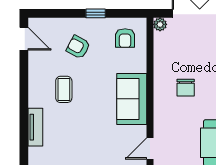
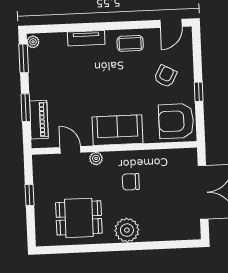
plant: (160, 24) -> (96, 159), moved
armchair: (125, 38) -> (176, 121), width x1.88, depth x1.88
coffee table: (64, 89) -> (130, 43), moved

